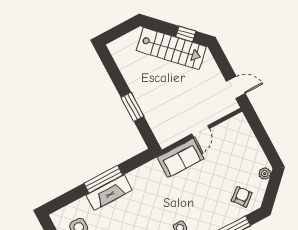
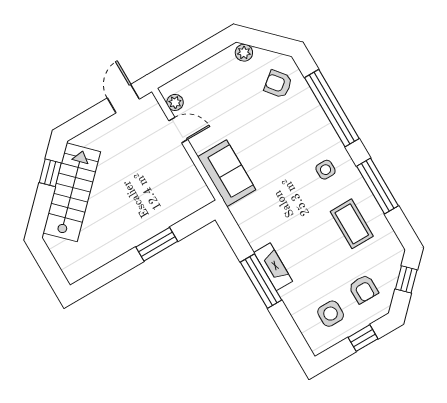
plant: (232, 124) -> (175, 102), added
door: (201, 131) -> (178, 130), moved
fireplace: (109, 193) -> (273, 267), width x0.73, depth x0.76

